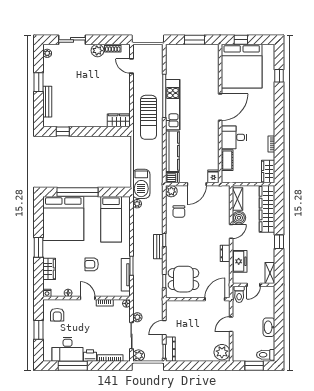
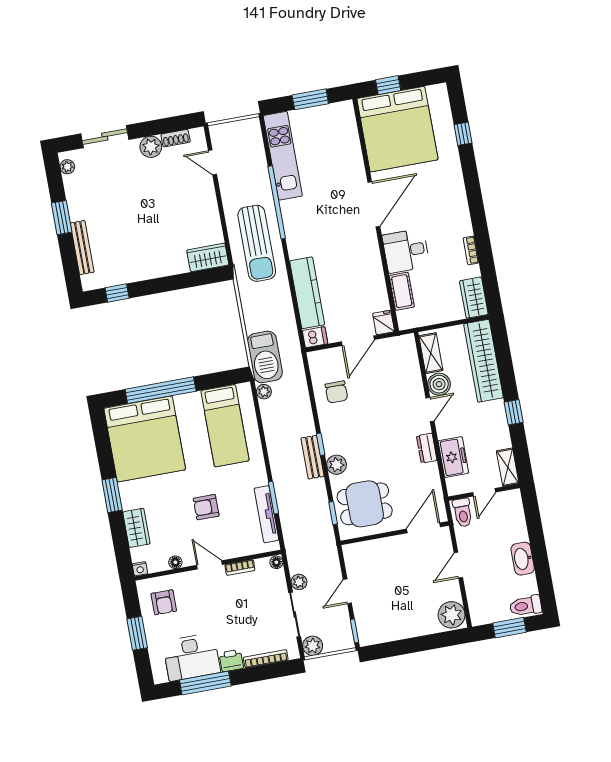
kitchen unit: (173, 105) -> (283, 156), moved
plant: (171, 191) -> (337, 465), moved
dresser: (170, 349) -> (364, 625), removed

